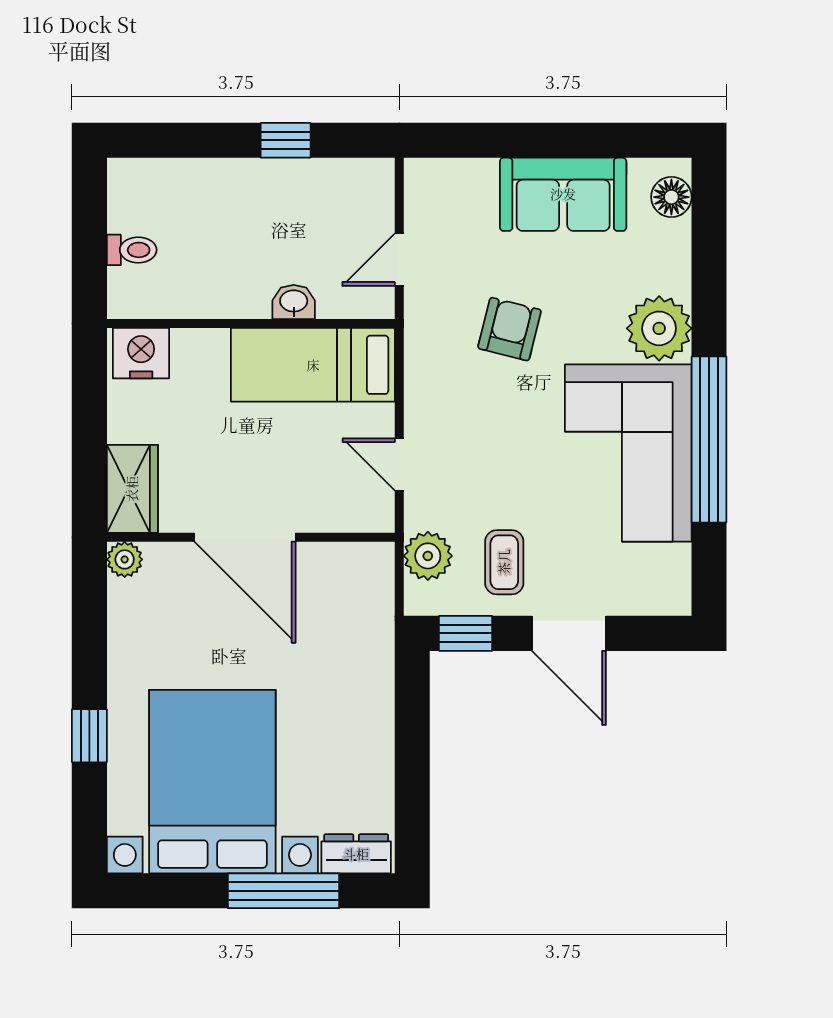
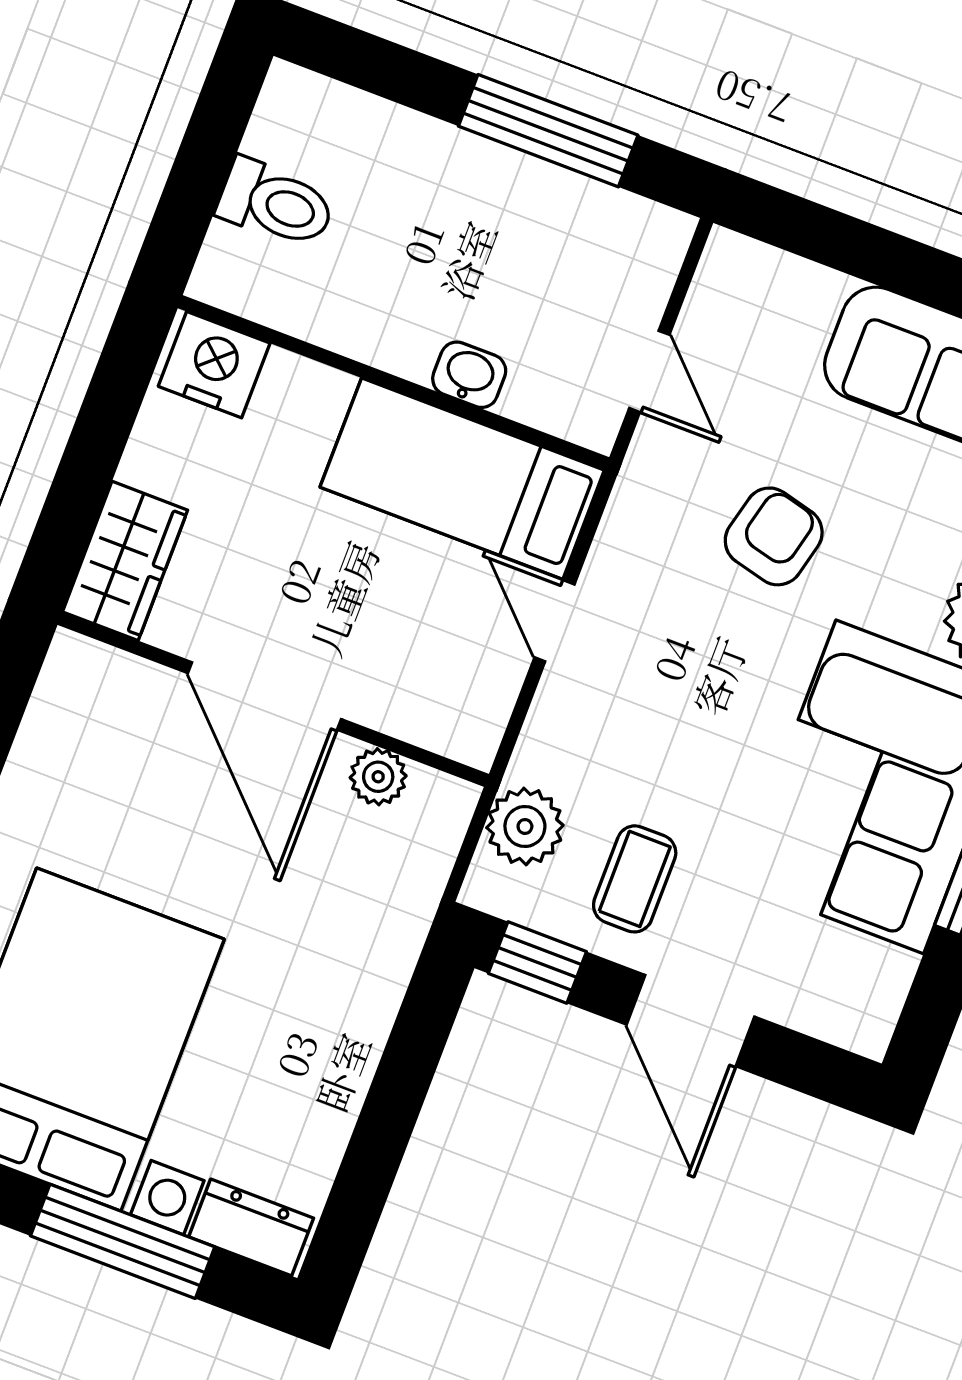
window: (286, 140) -> (548, 131), width x2.17
toilet: (132, 250) -> (276, 204), width x1.37, depth x1.39
door: (399, 260) -> (649, 371), swing flipped
door: (399, 464) -> (555, 621), moved
plant: (125, 559) -> (378, 777), moved

